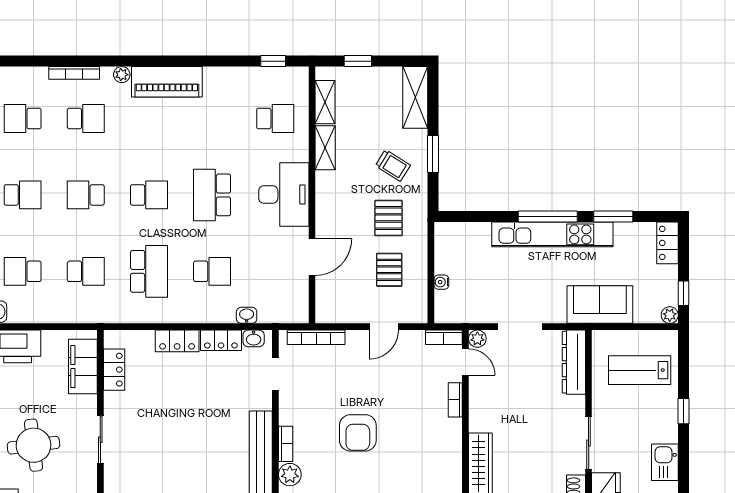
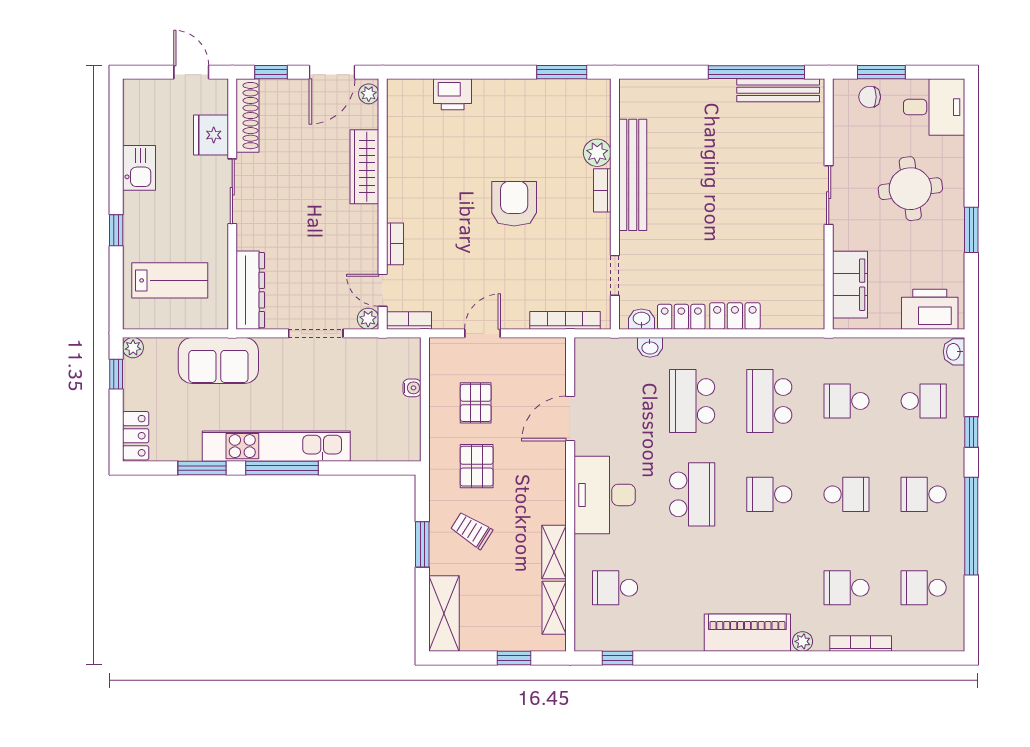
school desk: (23, 119) -> (924, 588), turned 180
school desk: (212, 271) -> (692, 401), width x1.85
locker: (114, 370) -> (812, 281), removed

